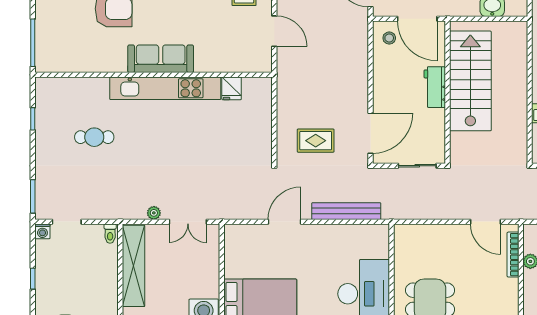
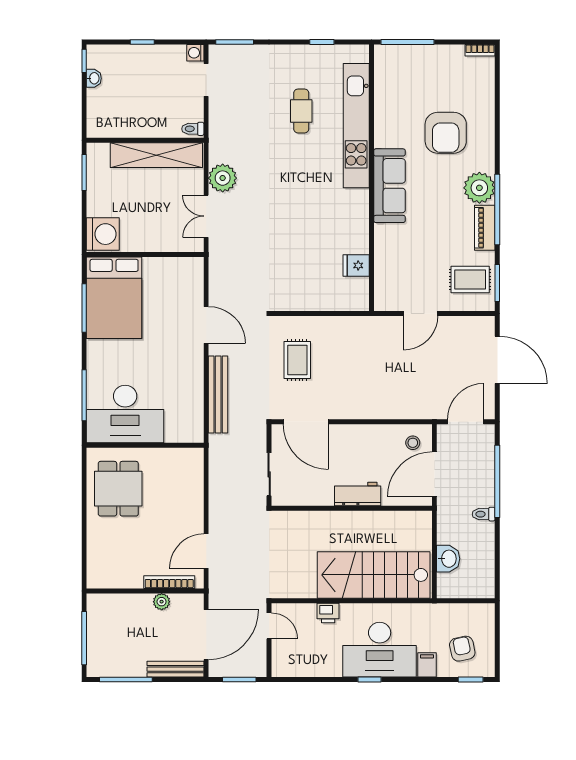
stairs: (470, 81) -> (374, 575), moved, turned 180
kitchen unit: (165, 88) -> (356, 126), moved
plant: (154, 213) -> (223, 178), width x1.87, depth x1.87

